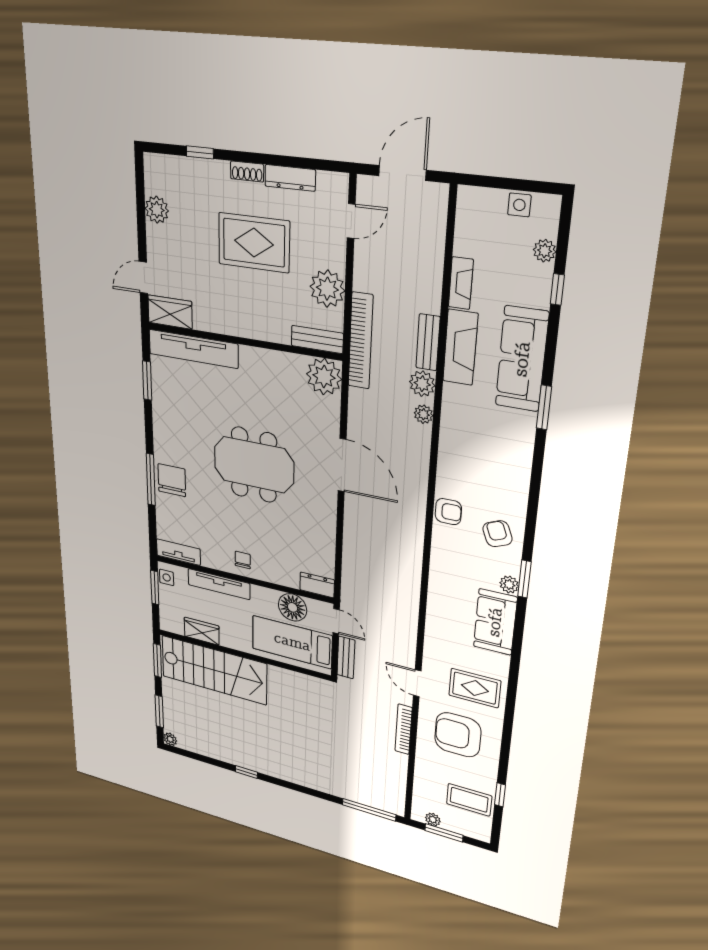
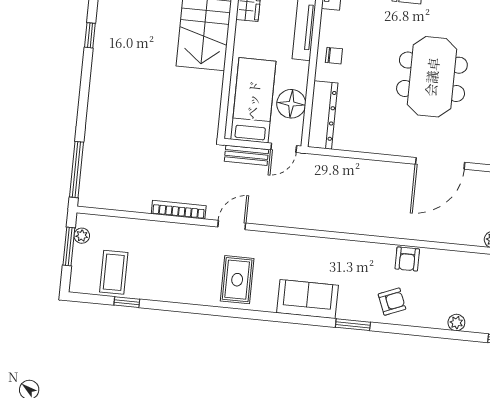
dresser: (317, 585) -> (323, 115), width x1.96, depth x1.24
plant: (509, 585) -> (456, 323), moved
armchair: (458, 735) -> (184, 263), removed

